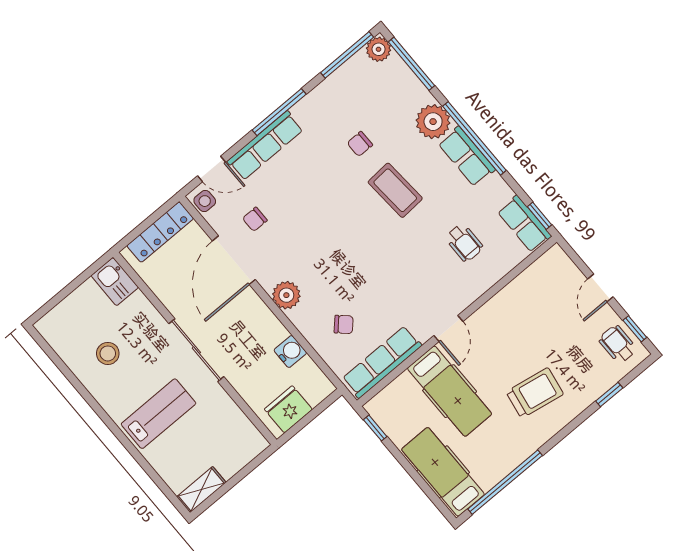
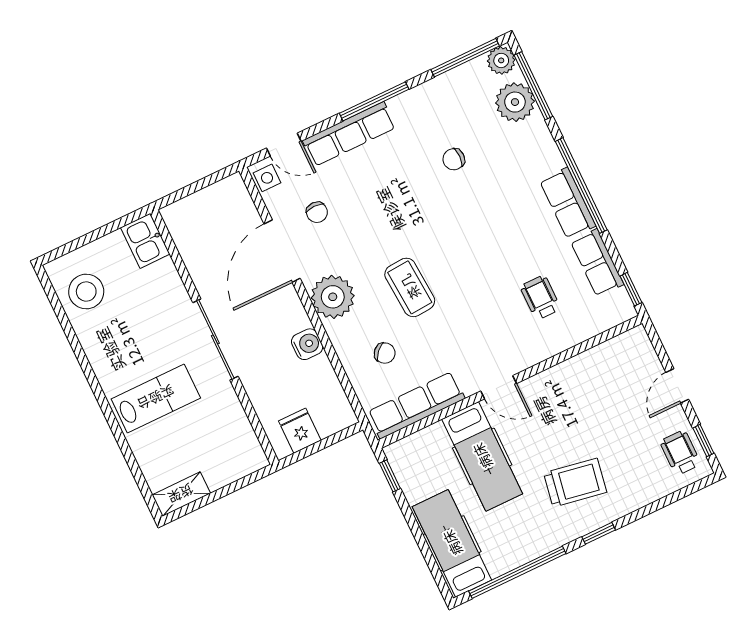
plant: (433, 122) -> (515, 102), moved
coffee table: (395, 190) -> (410, 287), moved
chair: (255, 219) -> (317, 212), turned -90
row of seats: (524, 224) -> (597, 263), moved
locker: (160, 232) -> (209, 199), removed
wheelchair: (464, 243) -> (540, 298), turned 180
plant: (286, 295) -> (333, 297), width x1.36, depth x1.36
door: (448, 328) -> (499, 387), hinge flipped
water cooler: (290, 352) -> (307, 344), moved
stool: (108, 353) -> (86, 292), moved, width x1.38, depth x1.38
window: (609, 394) -> (599, 533), moved
fridge: (288, 409) -> (300, 431), width x0.72

